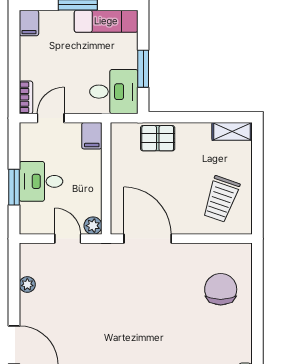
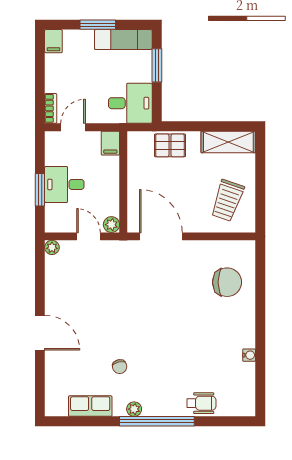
window: (143, 69) -> (157, 65), moved
shelving: (232, 131) -> (228, 142), width x1.50, depth x1.33
plant: (27, 284) -> (52, 247), moved
chair: (221, 289) -> (227, 282), turned 90

